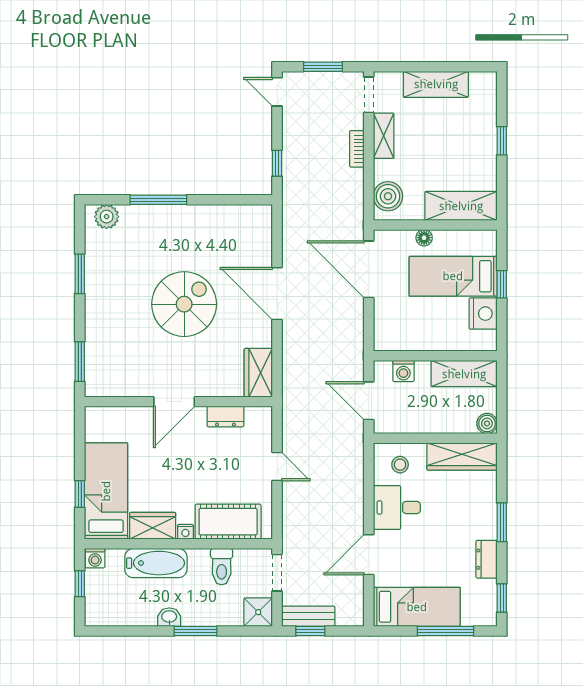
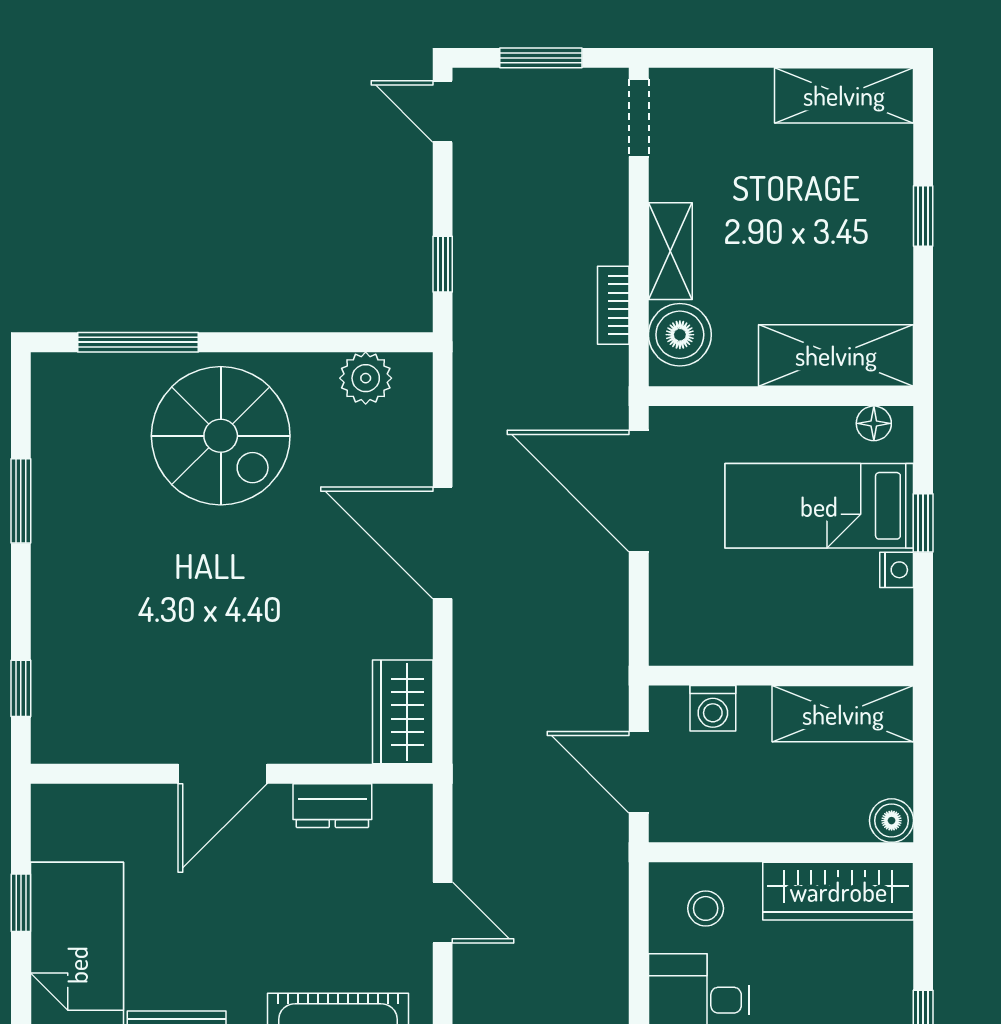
shelving: (436, 84) -> (844, 95), moved
shelving: (384, 136) -> (670, 251), moved
bookcase: (357, 149) -> (613, 305), moved
window: (158, 200) -> (138, 342), moved
plant: (107, 217) -> (366, 378), moved
floor lamp: (424, 238) -> (874, 423), moved
spiral stairs: (184, 304) -> (221, 436), moved, turned 90
nightstand: (483, 314) -> (897, 570), width x0.53, depth x0.56
window: (80, 362) -> (21, 688), width x0.67
window: (80, 494) -> (21, 903), moved

